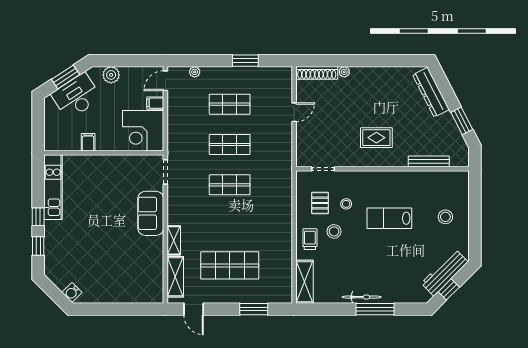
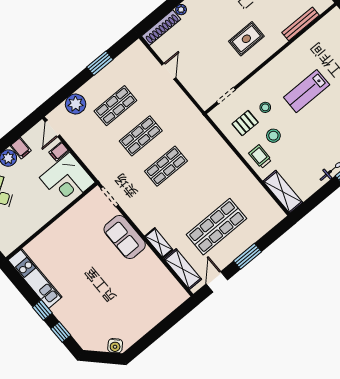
plant: (195, 72) -> (76, 104), width x1.87, depth x1.87
filing cabinet: (88, 142) -> (21, 148), moved, turned 180
pallet: (320, 203) -> (245, 123), turned 90
door: (194, 309) -> (217, 282), swing flipped
window: (254, 309) -> (247, 256), moved

